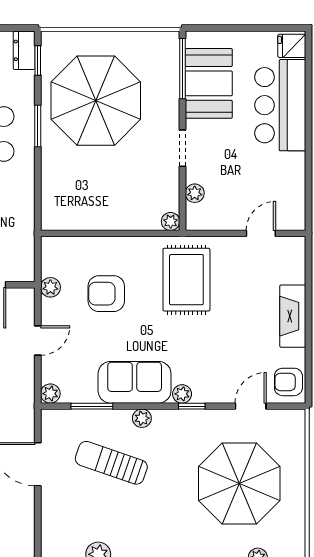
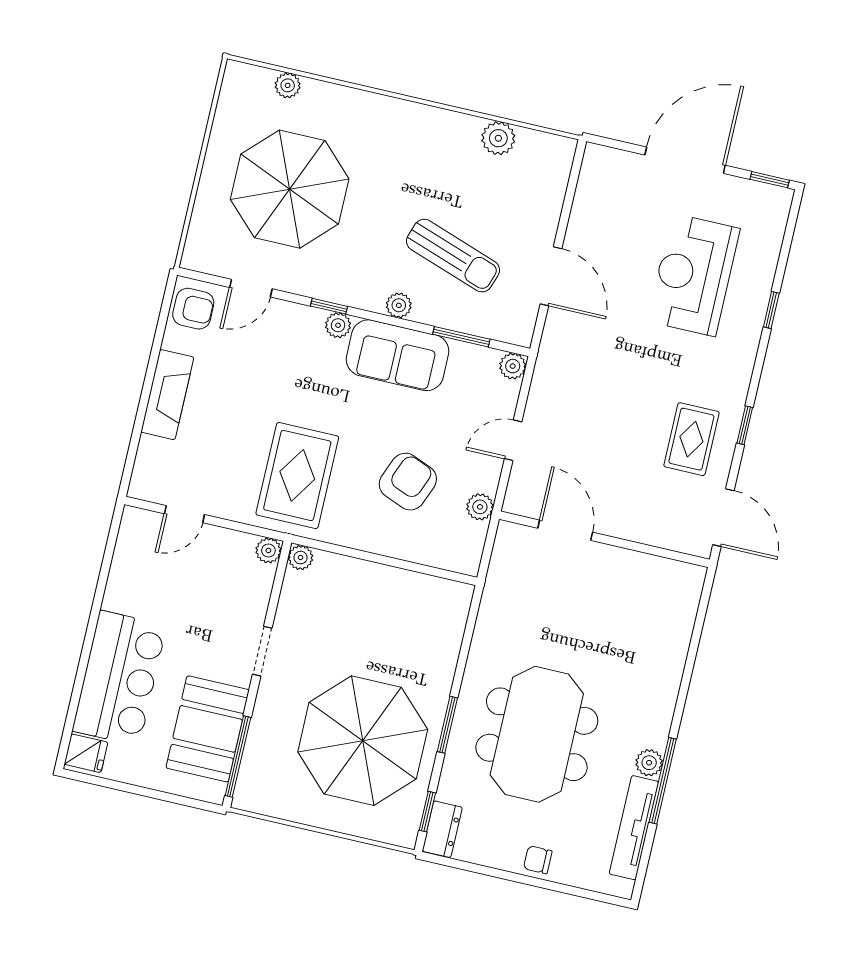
plant: (195, 193) -> (268, 550), moved
armchair: (106, 294) -> (408, 482), turned -68

